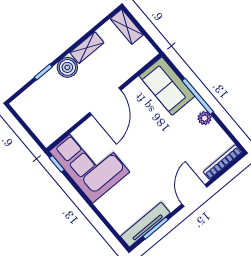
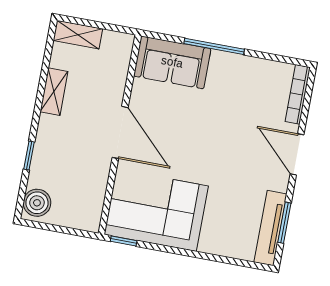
boiler: (67, 67) -> (37, 203), moved
plant: (205, 118) -> (240, 64), removed

